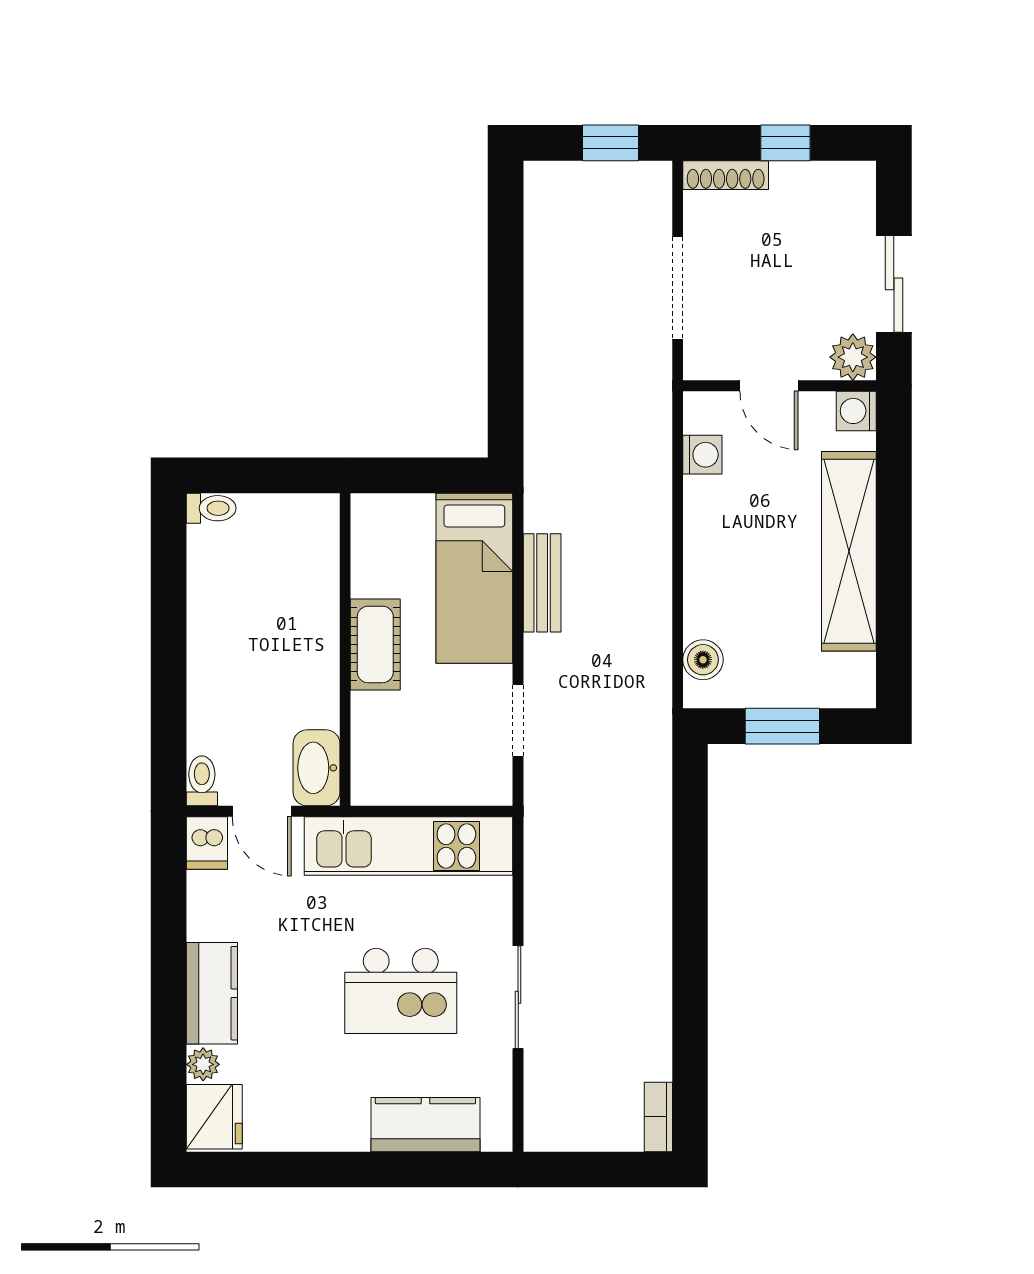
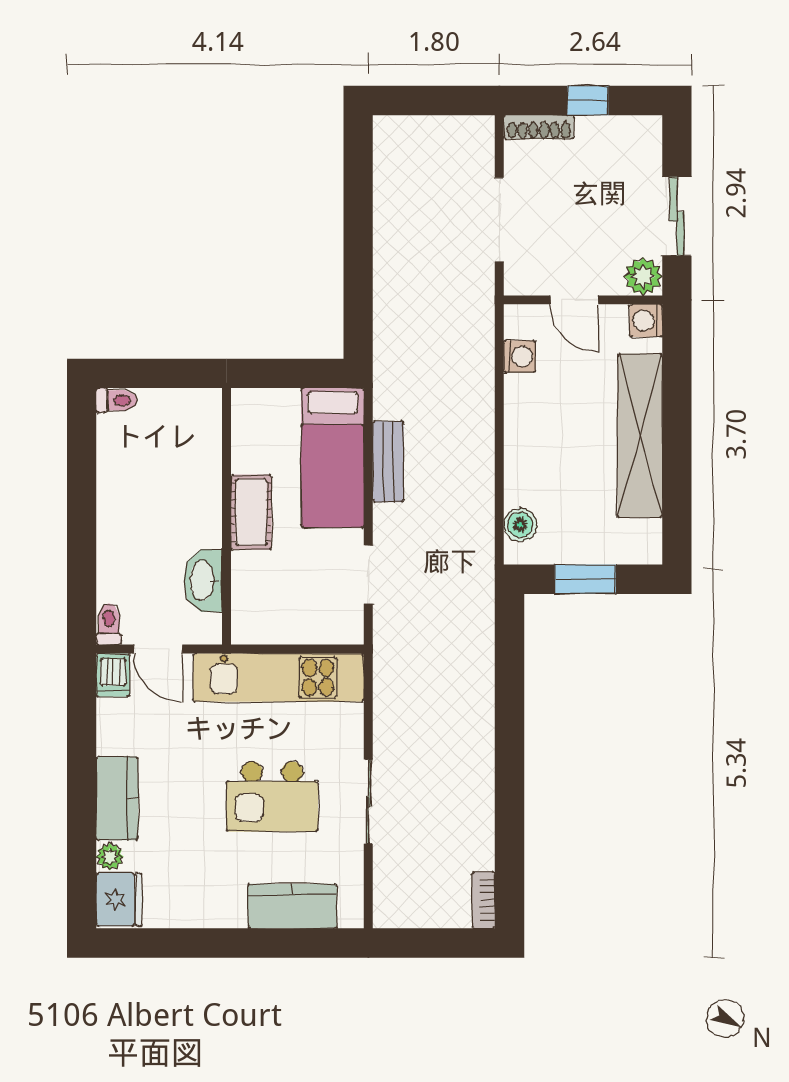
window: (610, 143) -> (444, 101), removed
washbasin: (317, 768) -> (203, 581), moved

